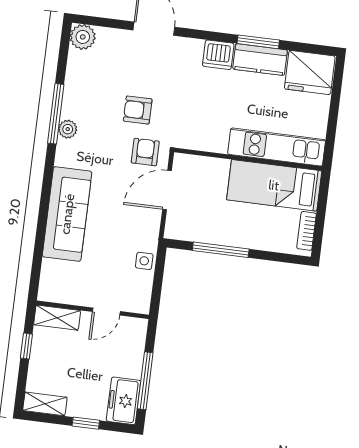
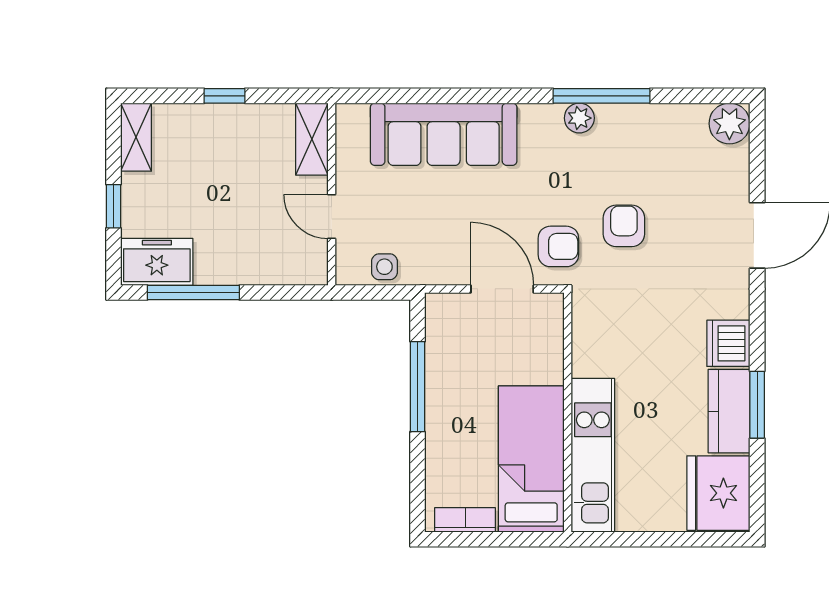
wall: (93, 310) -> (332, 194), moved
door: (106, 312) -> (332, 217), moved
shelving: (57, 318) -> (312, 139), moved

